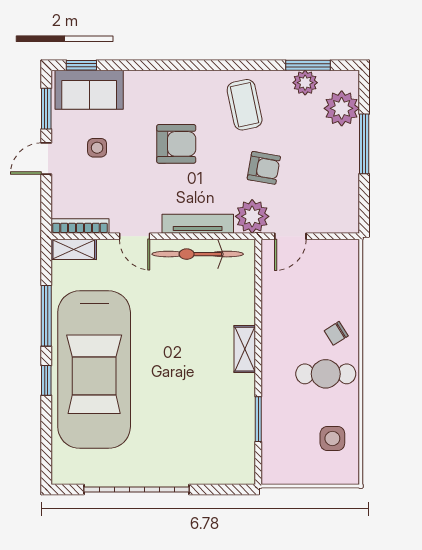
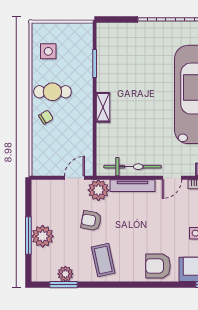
plant: (342, 108) -> (43, 236), moved
armchair: (176, 144) -> (158, 266), moved
door: (135, 236) -> (172, 178), swing flipped

